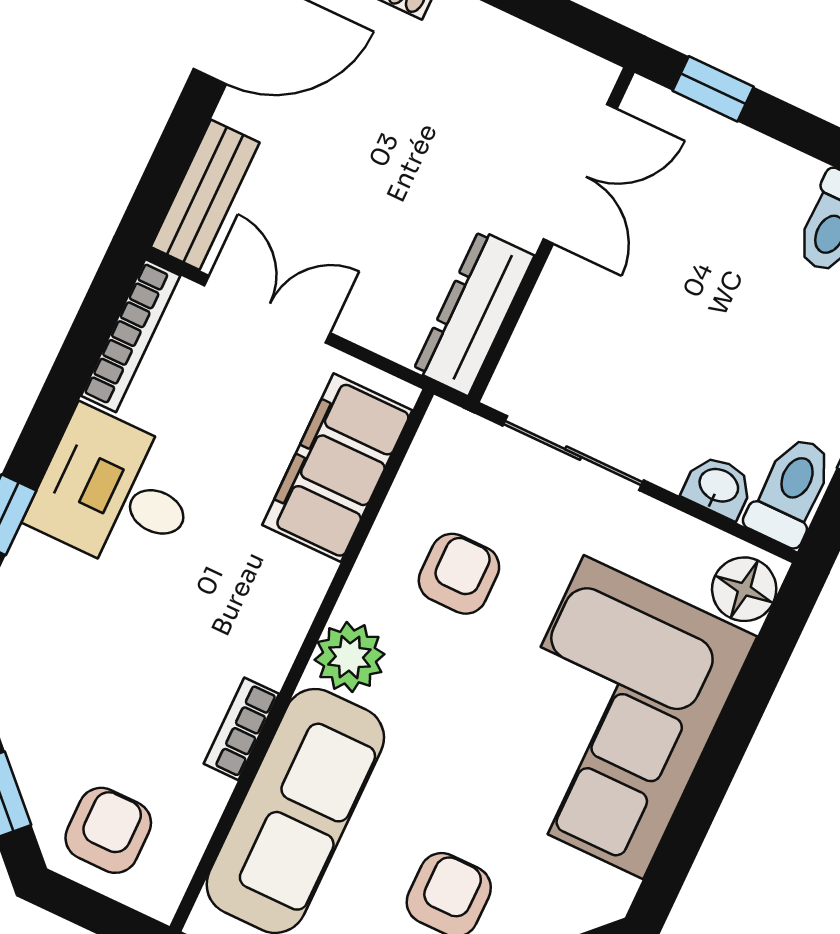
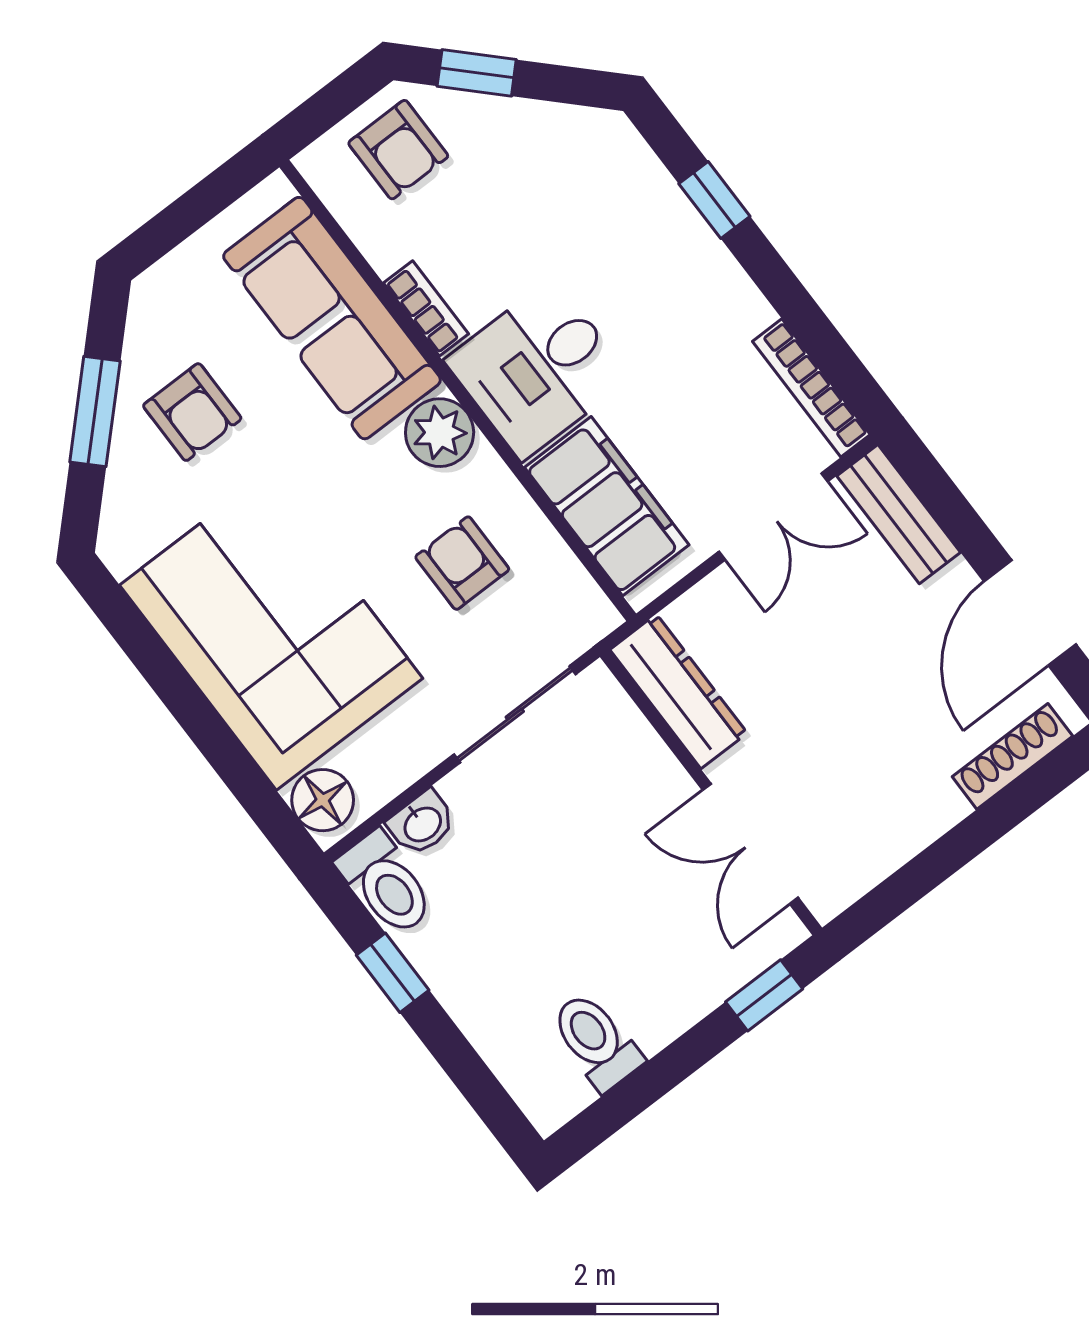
desk: (116, 493) -> (538, 369), moved, turned 180
armchair: (459, 574) -> (462, 563), turned 180

